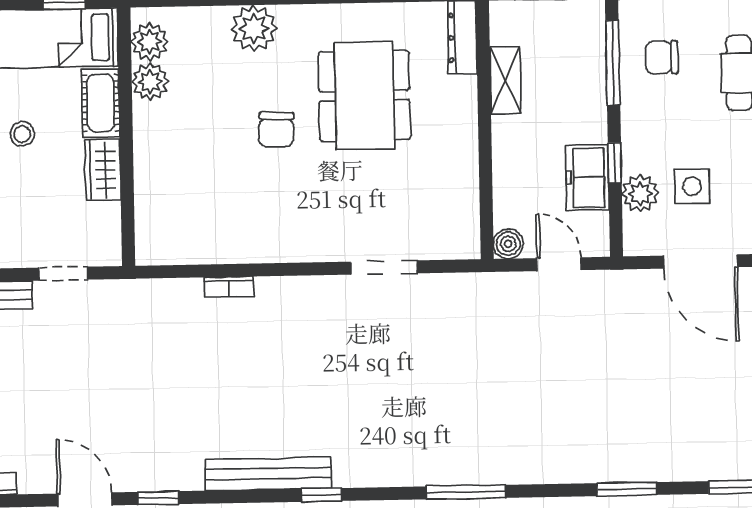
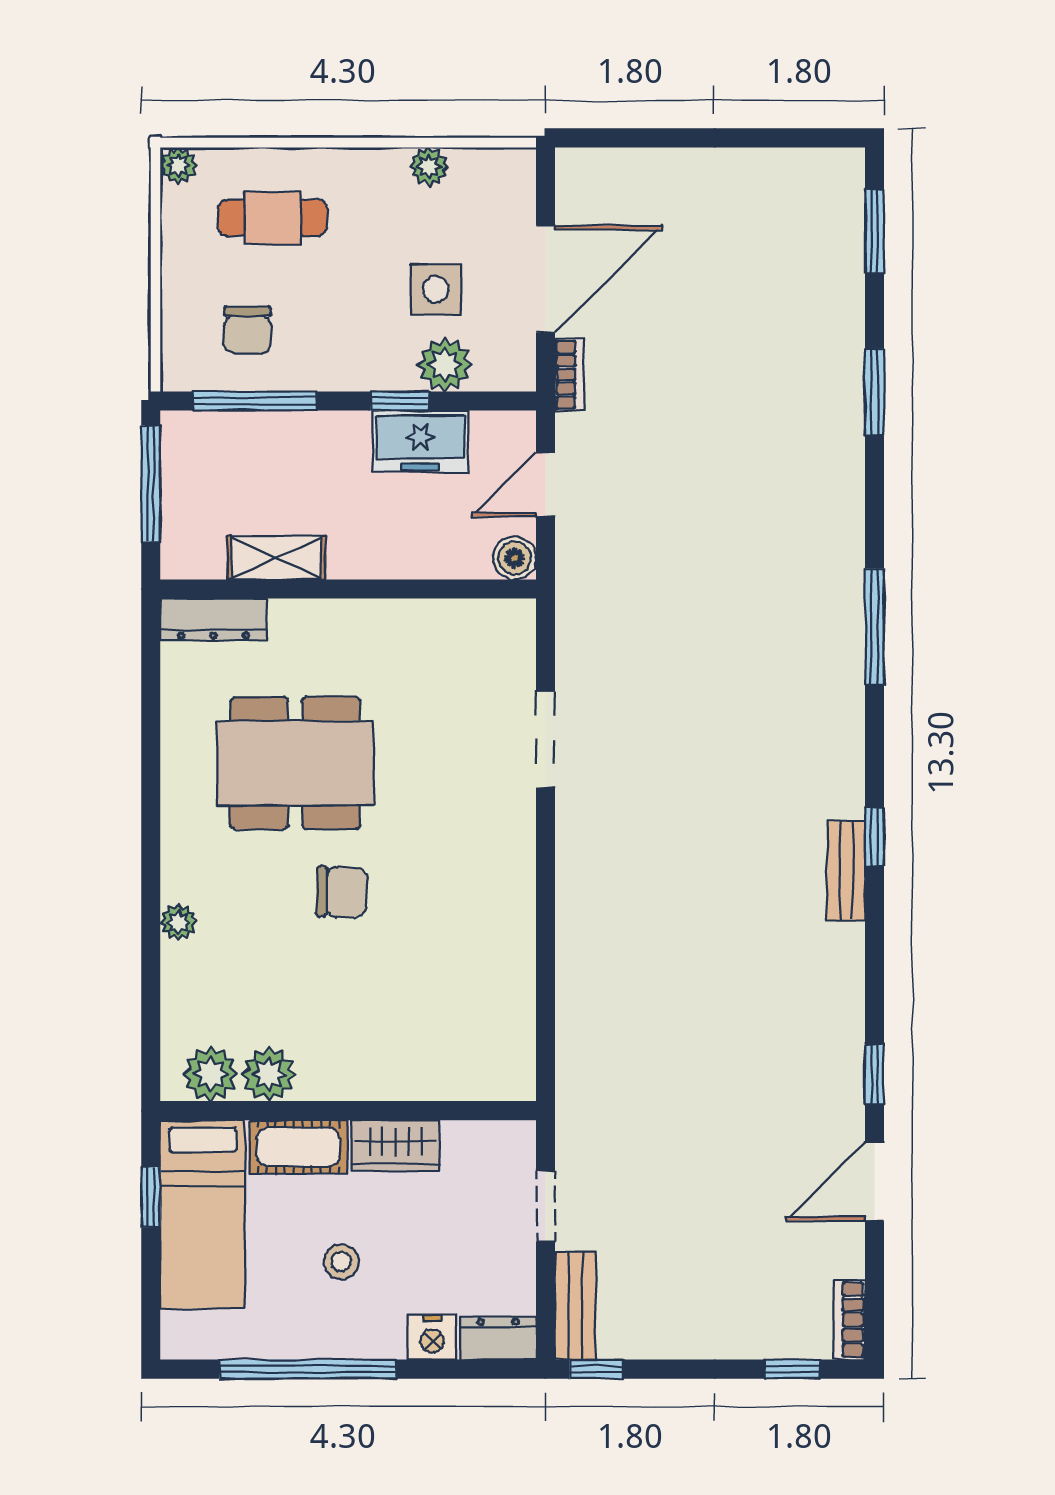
plant: (254, 28) -> (178, 922), width x0.53, depth x0.53
bookcase: (229, 287) -> (569, 375), moved
bench: (268, 474) -> (846, 871), width x0.54, depth x0.82

